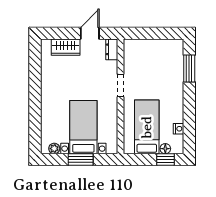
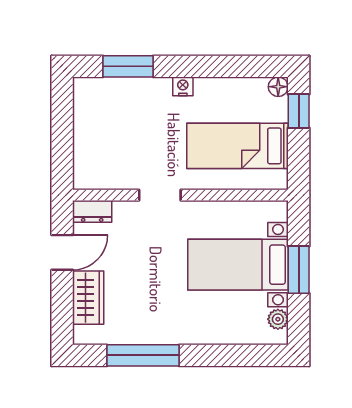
door: (90, 33) -> (62, 252), swing flipped
window: (35, 76) -> (143, 355), added
nightstand: (179, 129) -> (183, 86), moved
floor lamp: (165, 149) -> (278, 87), moved

